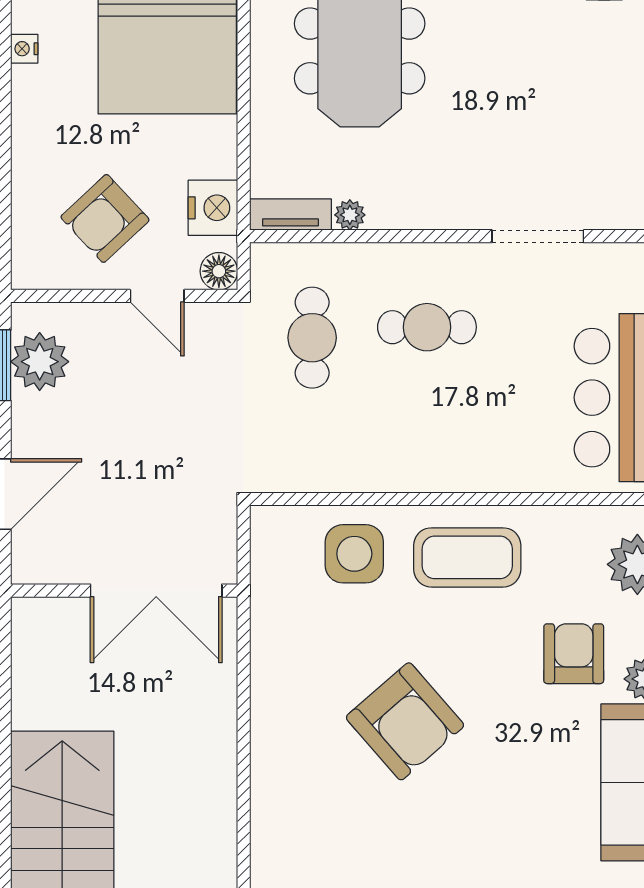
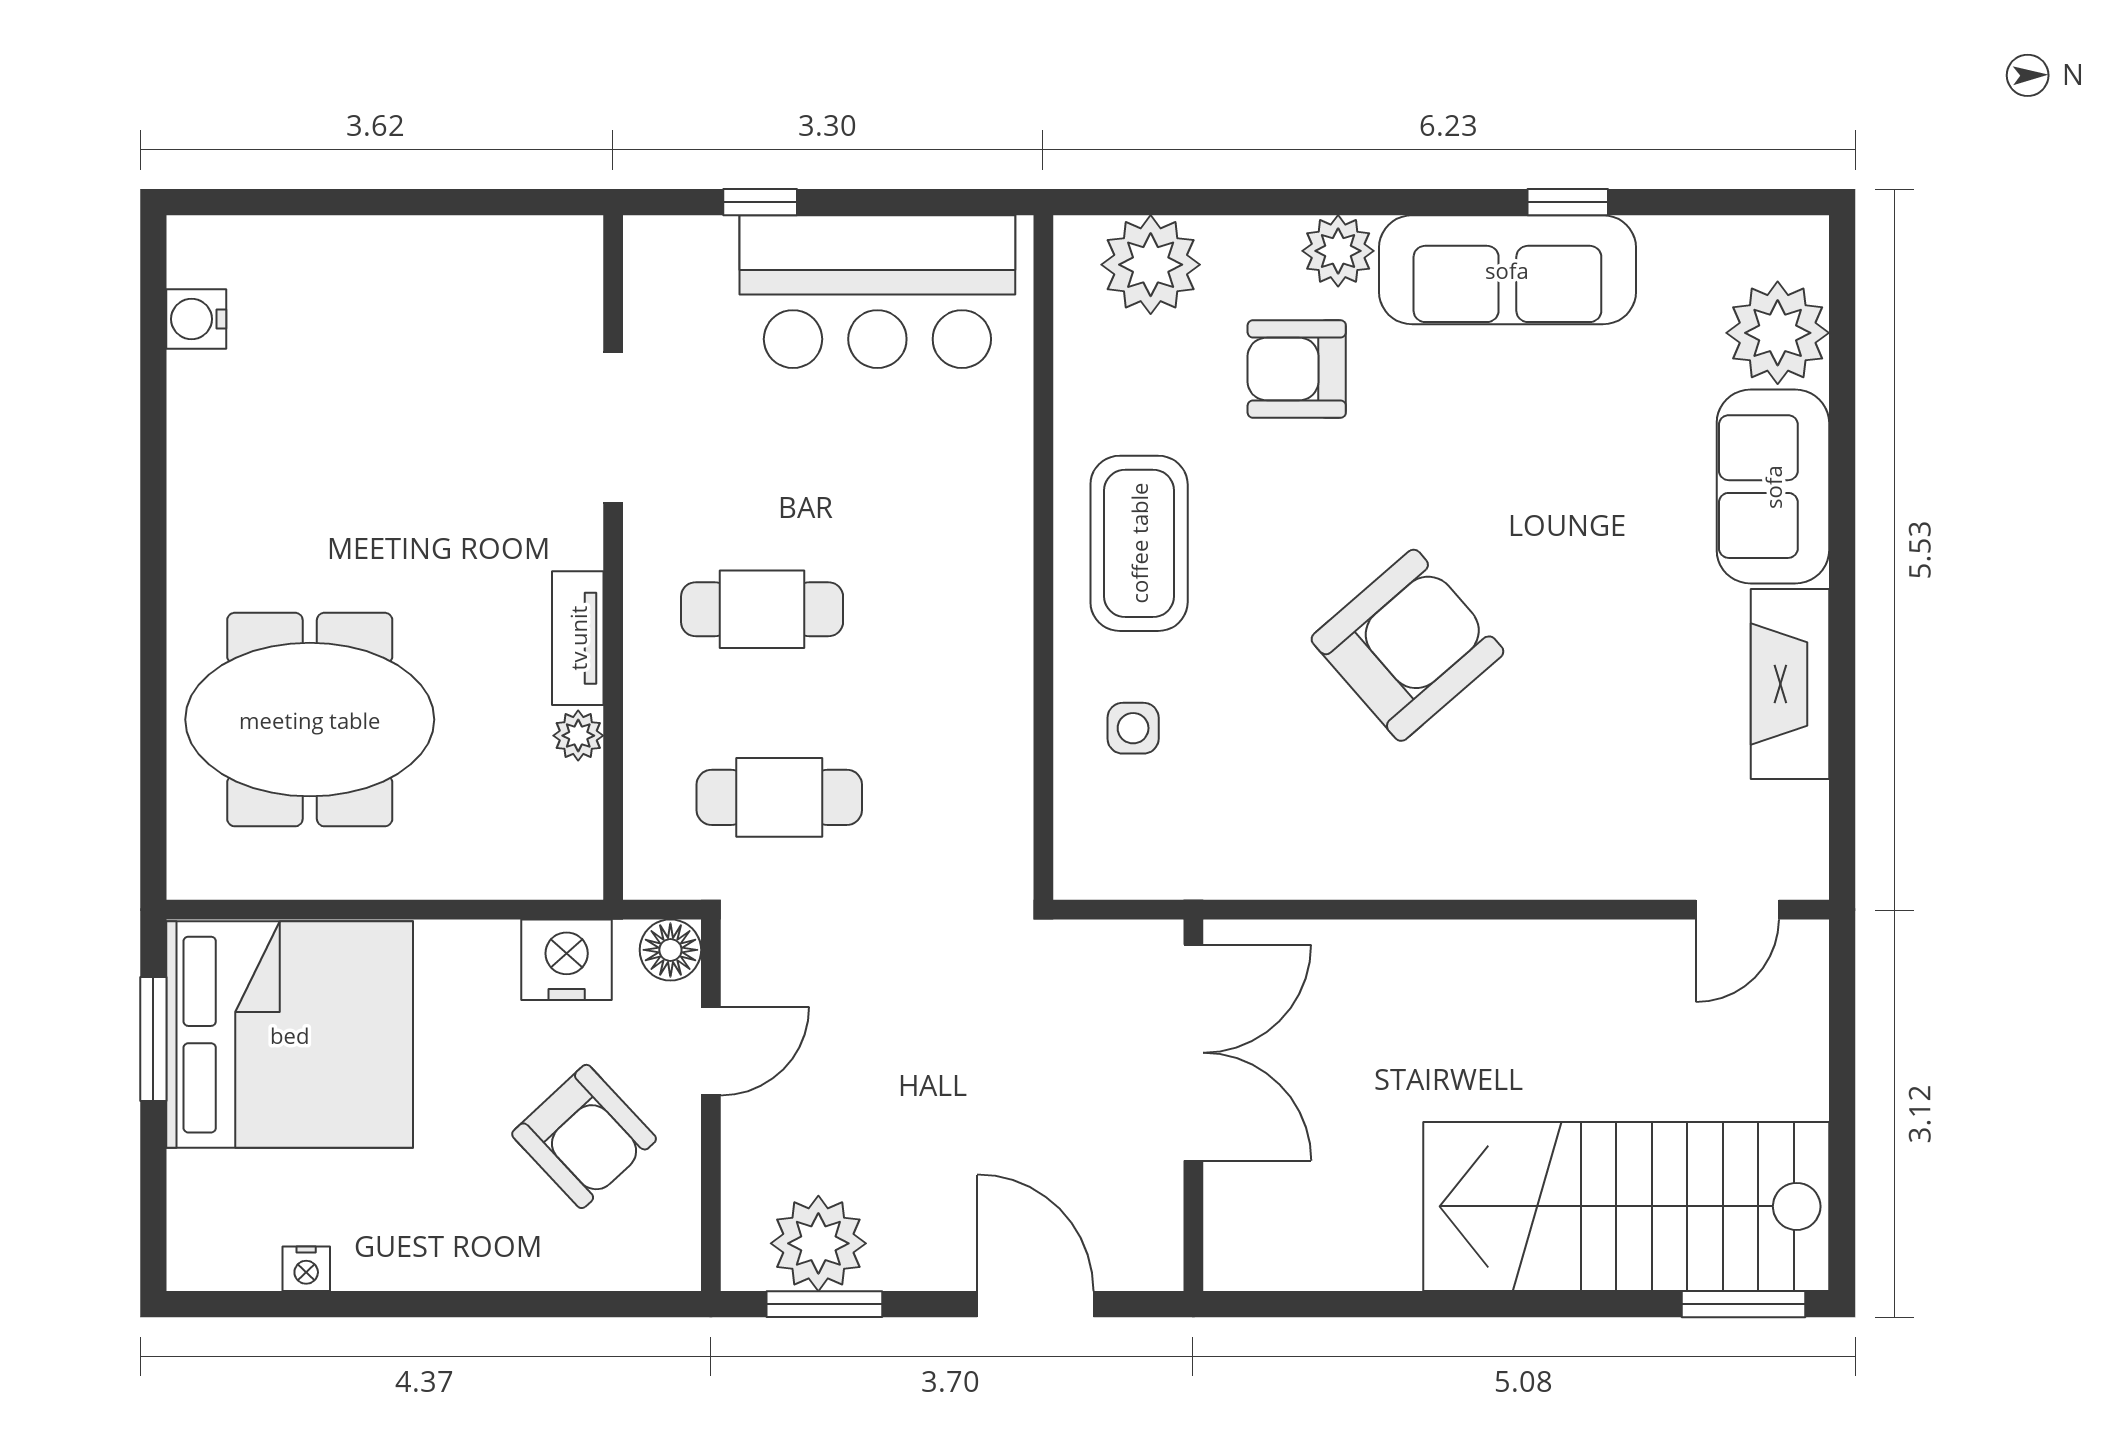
tv unit: (290, 215) -> (578, 638), moved
cafe table: (427, 327) -> (762, 609), turned 90
side table: (354, 554) -> (1133, 728), width x0.54, depth x0.54

